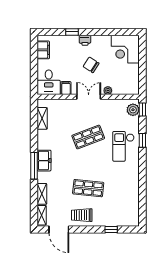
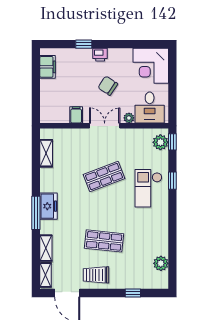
desk: (49, 82) -> (150, 108), moved
plant: (133, 206) -> (161, 263), added

